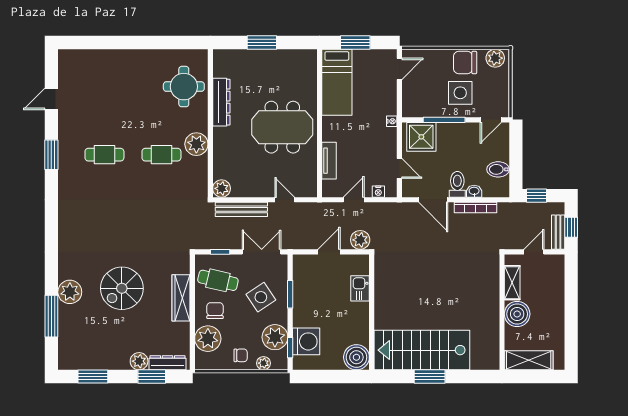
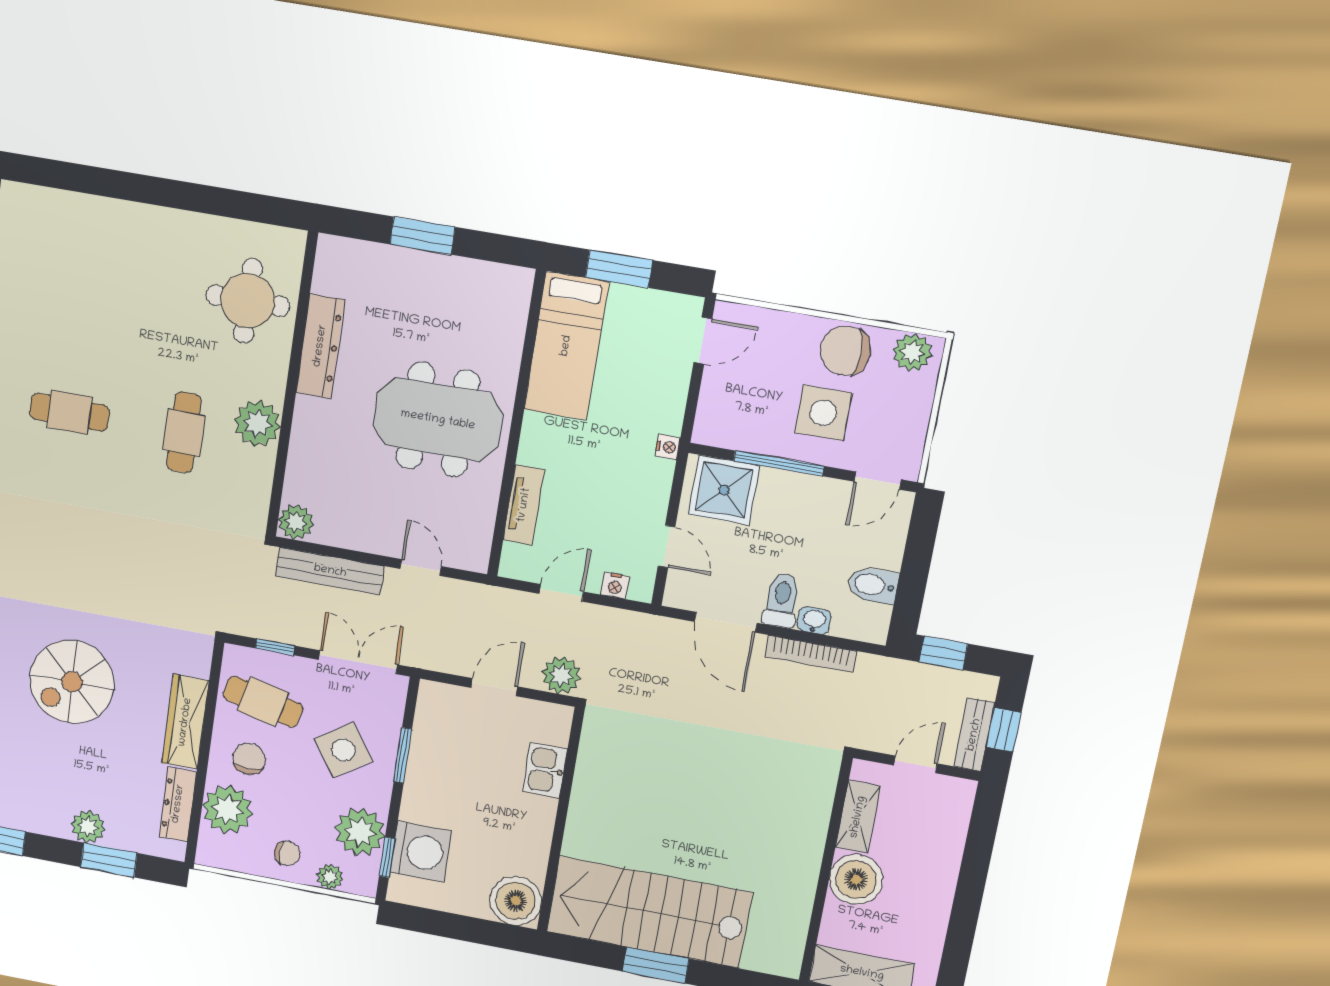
cafe table: (161, 155) -> (184, 432), turned 90
dresser: (168, 363) -> (178, 804), moved, turned -90

